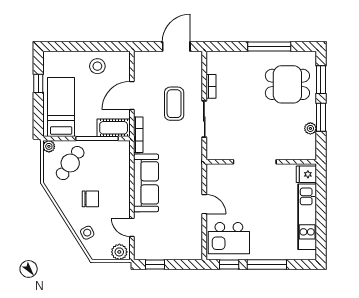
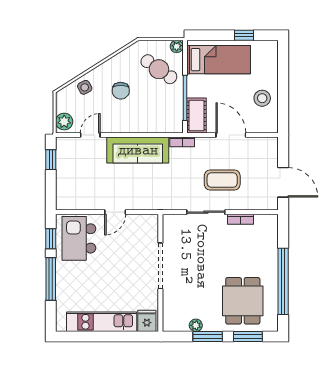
window: (269, 47) -> (283, 281), width x1.46
bookcase: (138, 135) -> (182, 142), width x0.64

